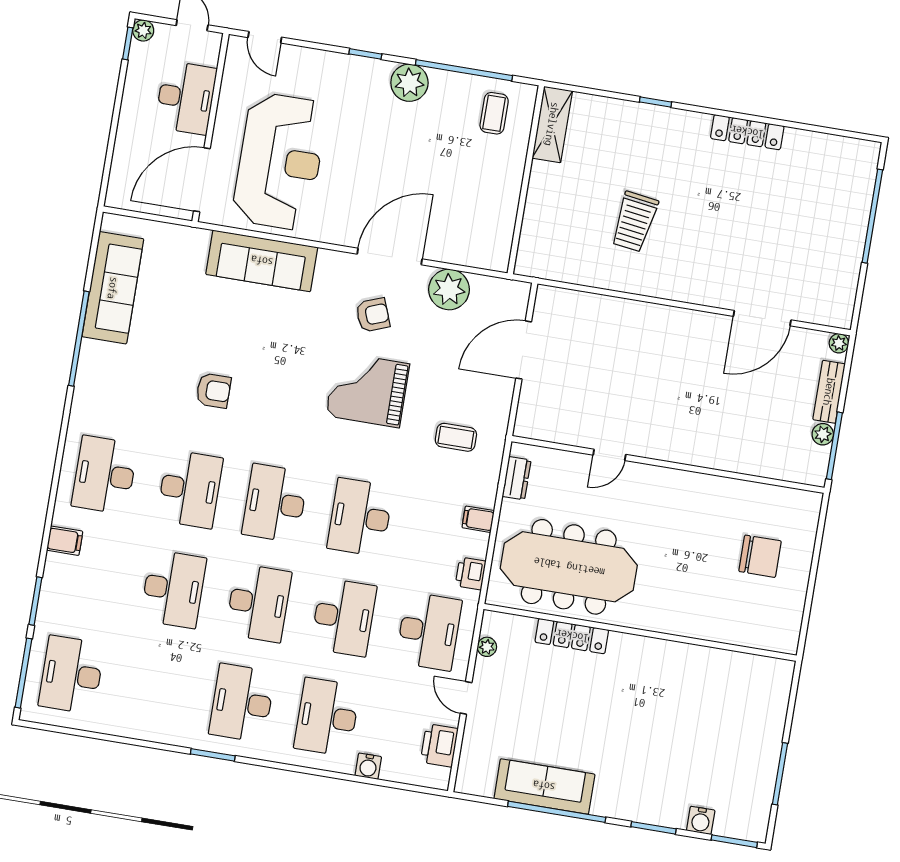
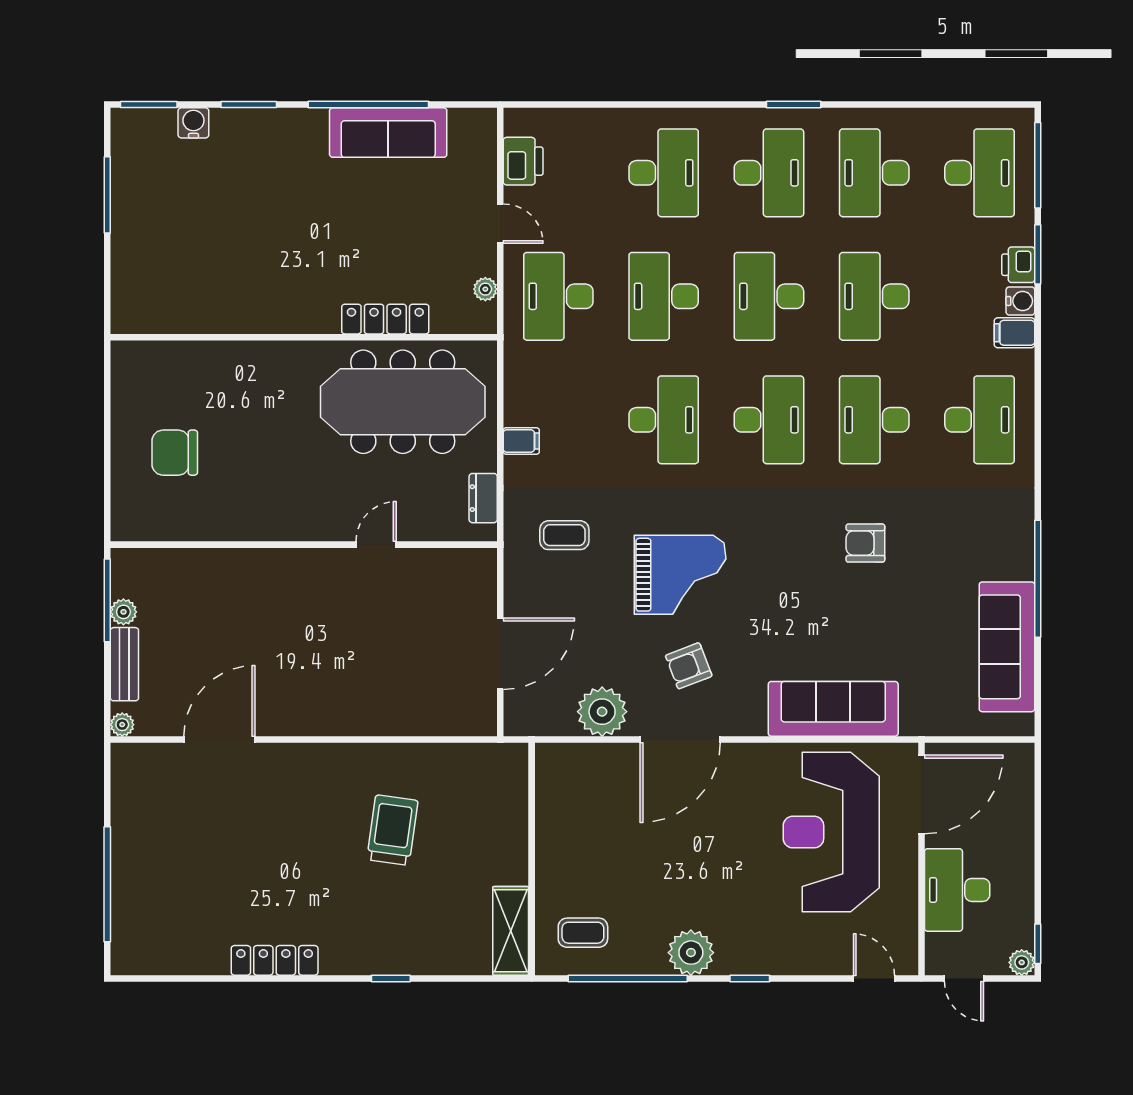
coffee table: (494, 113) -> (583, 933), turned 90
printer: (471, 573) -> (1018, 265), moved, turned 180
desk: (157, 689) -> (874, 173), added
water cooler: (368, 766) -> (1020, 301), moved, turned 90

